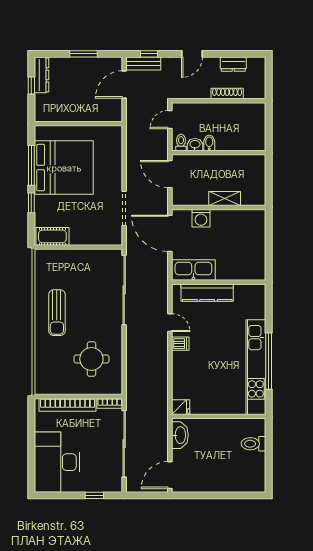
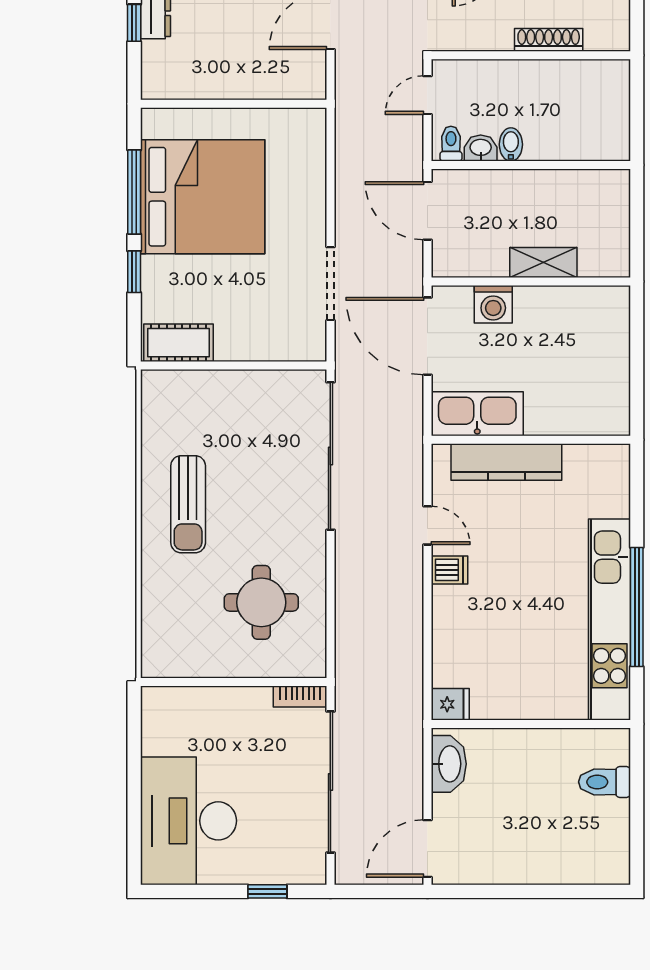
bookcase: (68, 405) -> (211, 700), removed

